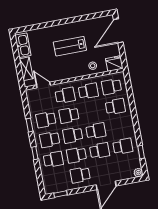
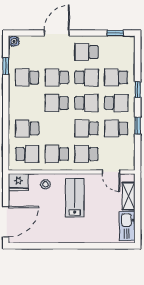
lab bench: (70, 46) -> (75, 198), moved, turned -90
school desk: (69, 115) -> (87, 129), turned 180
school desk: (46, 120) -> (116, 129), turned 180
school desk: (80, 175) -> (87, 52), turned 180

